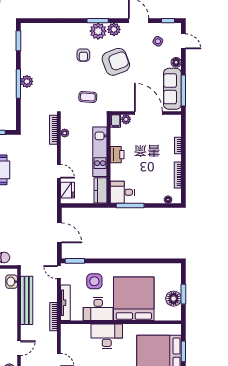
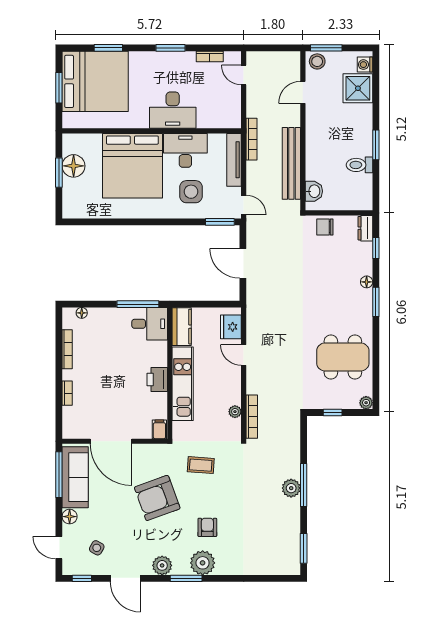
plant: (98, 31) -> (203, 563), moved
armchair: (116, 62) -> (157, 498), moved
plant: (126, 119) -> (144, 432), removed

